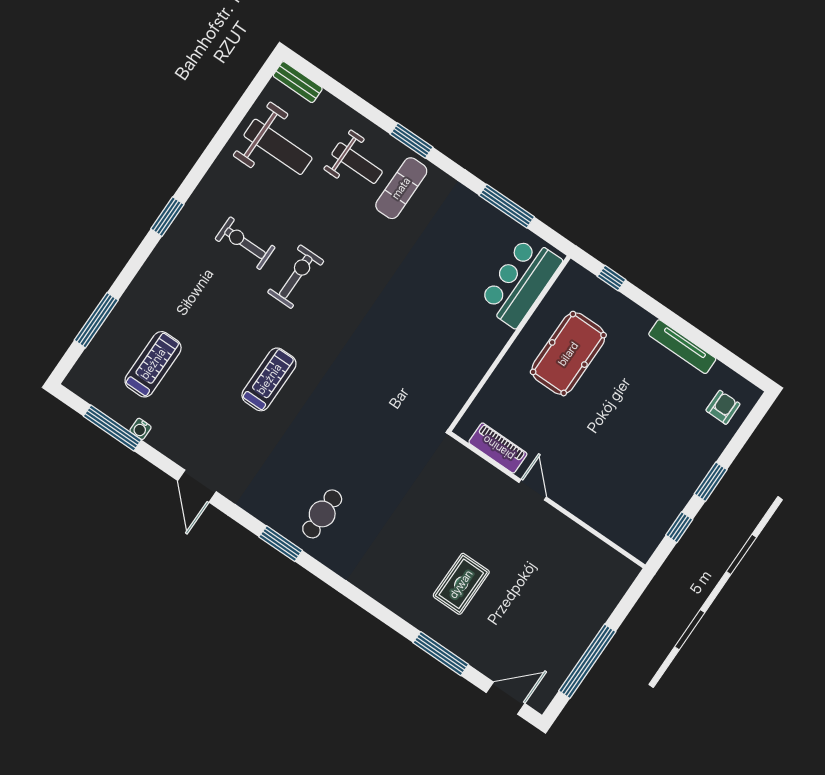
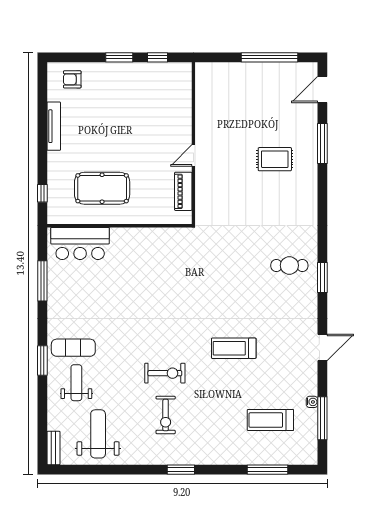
exercise bike: (296, 277) -> (165, 373), turned 180
door: (505, 698) -> (322, 89), hinge flipped

